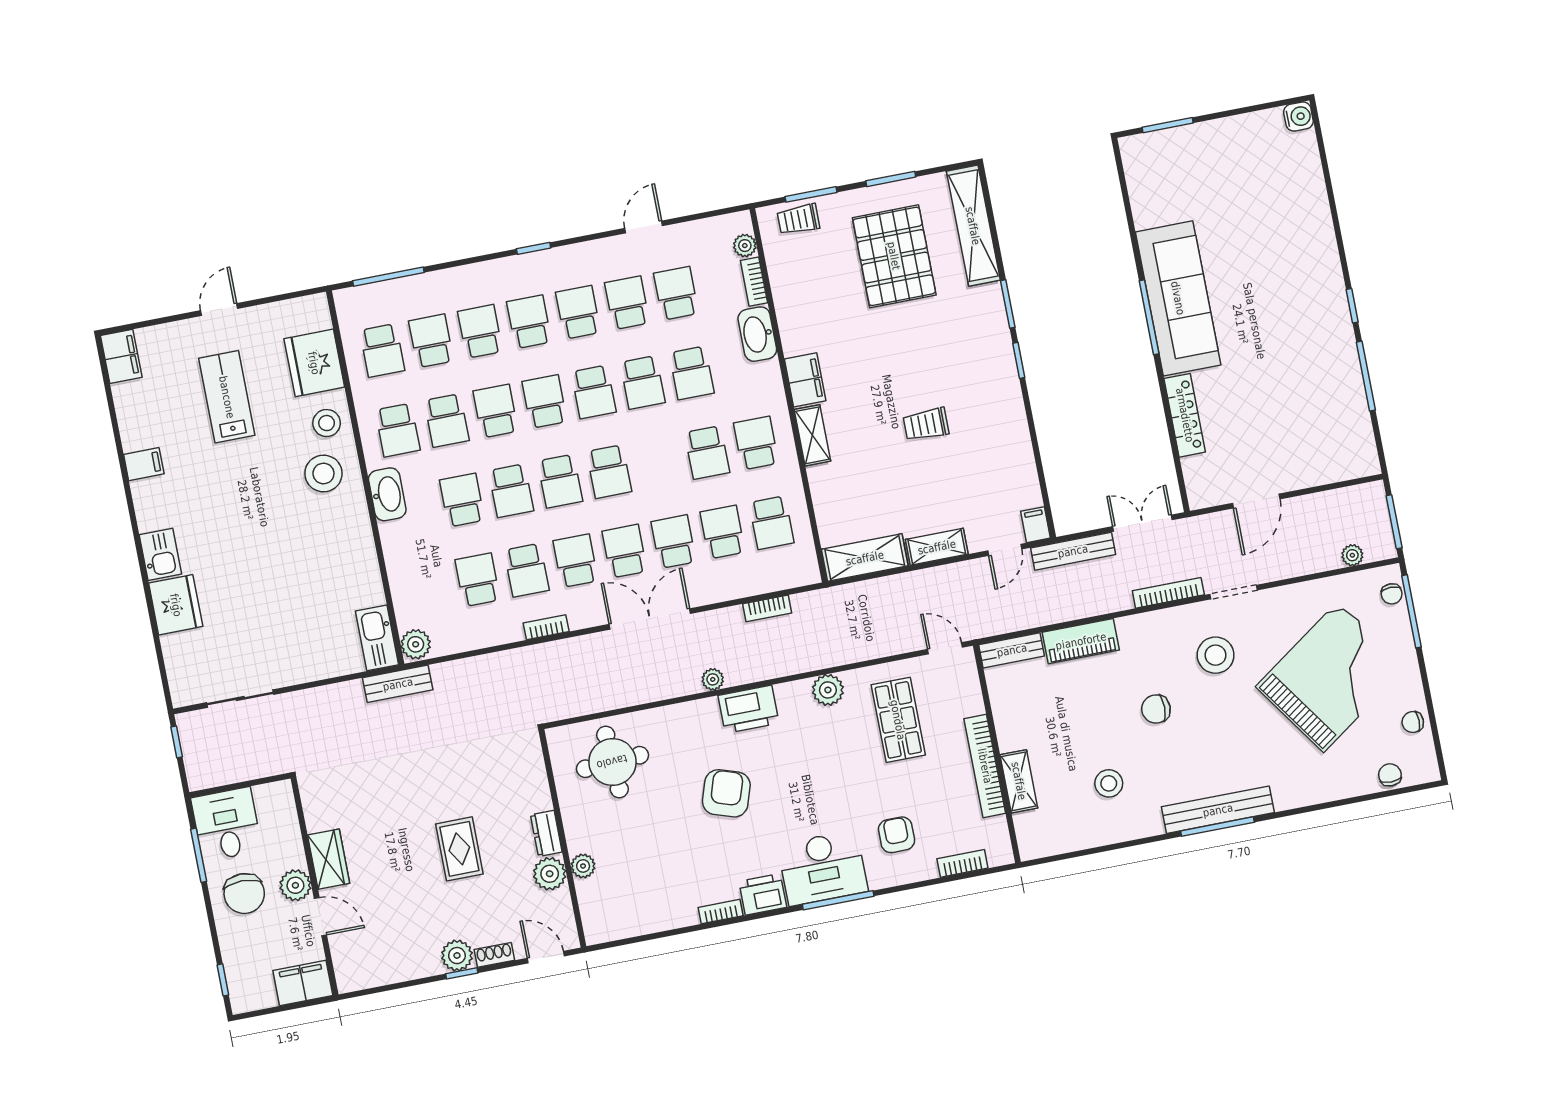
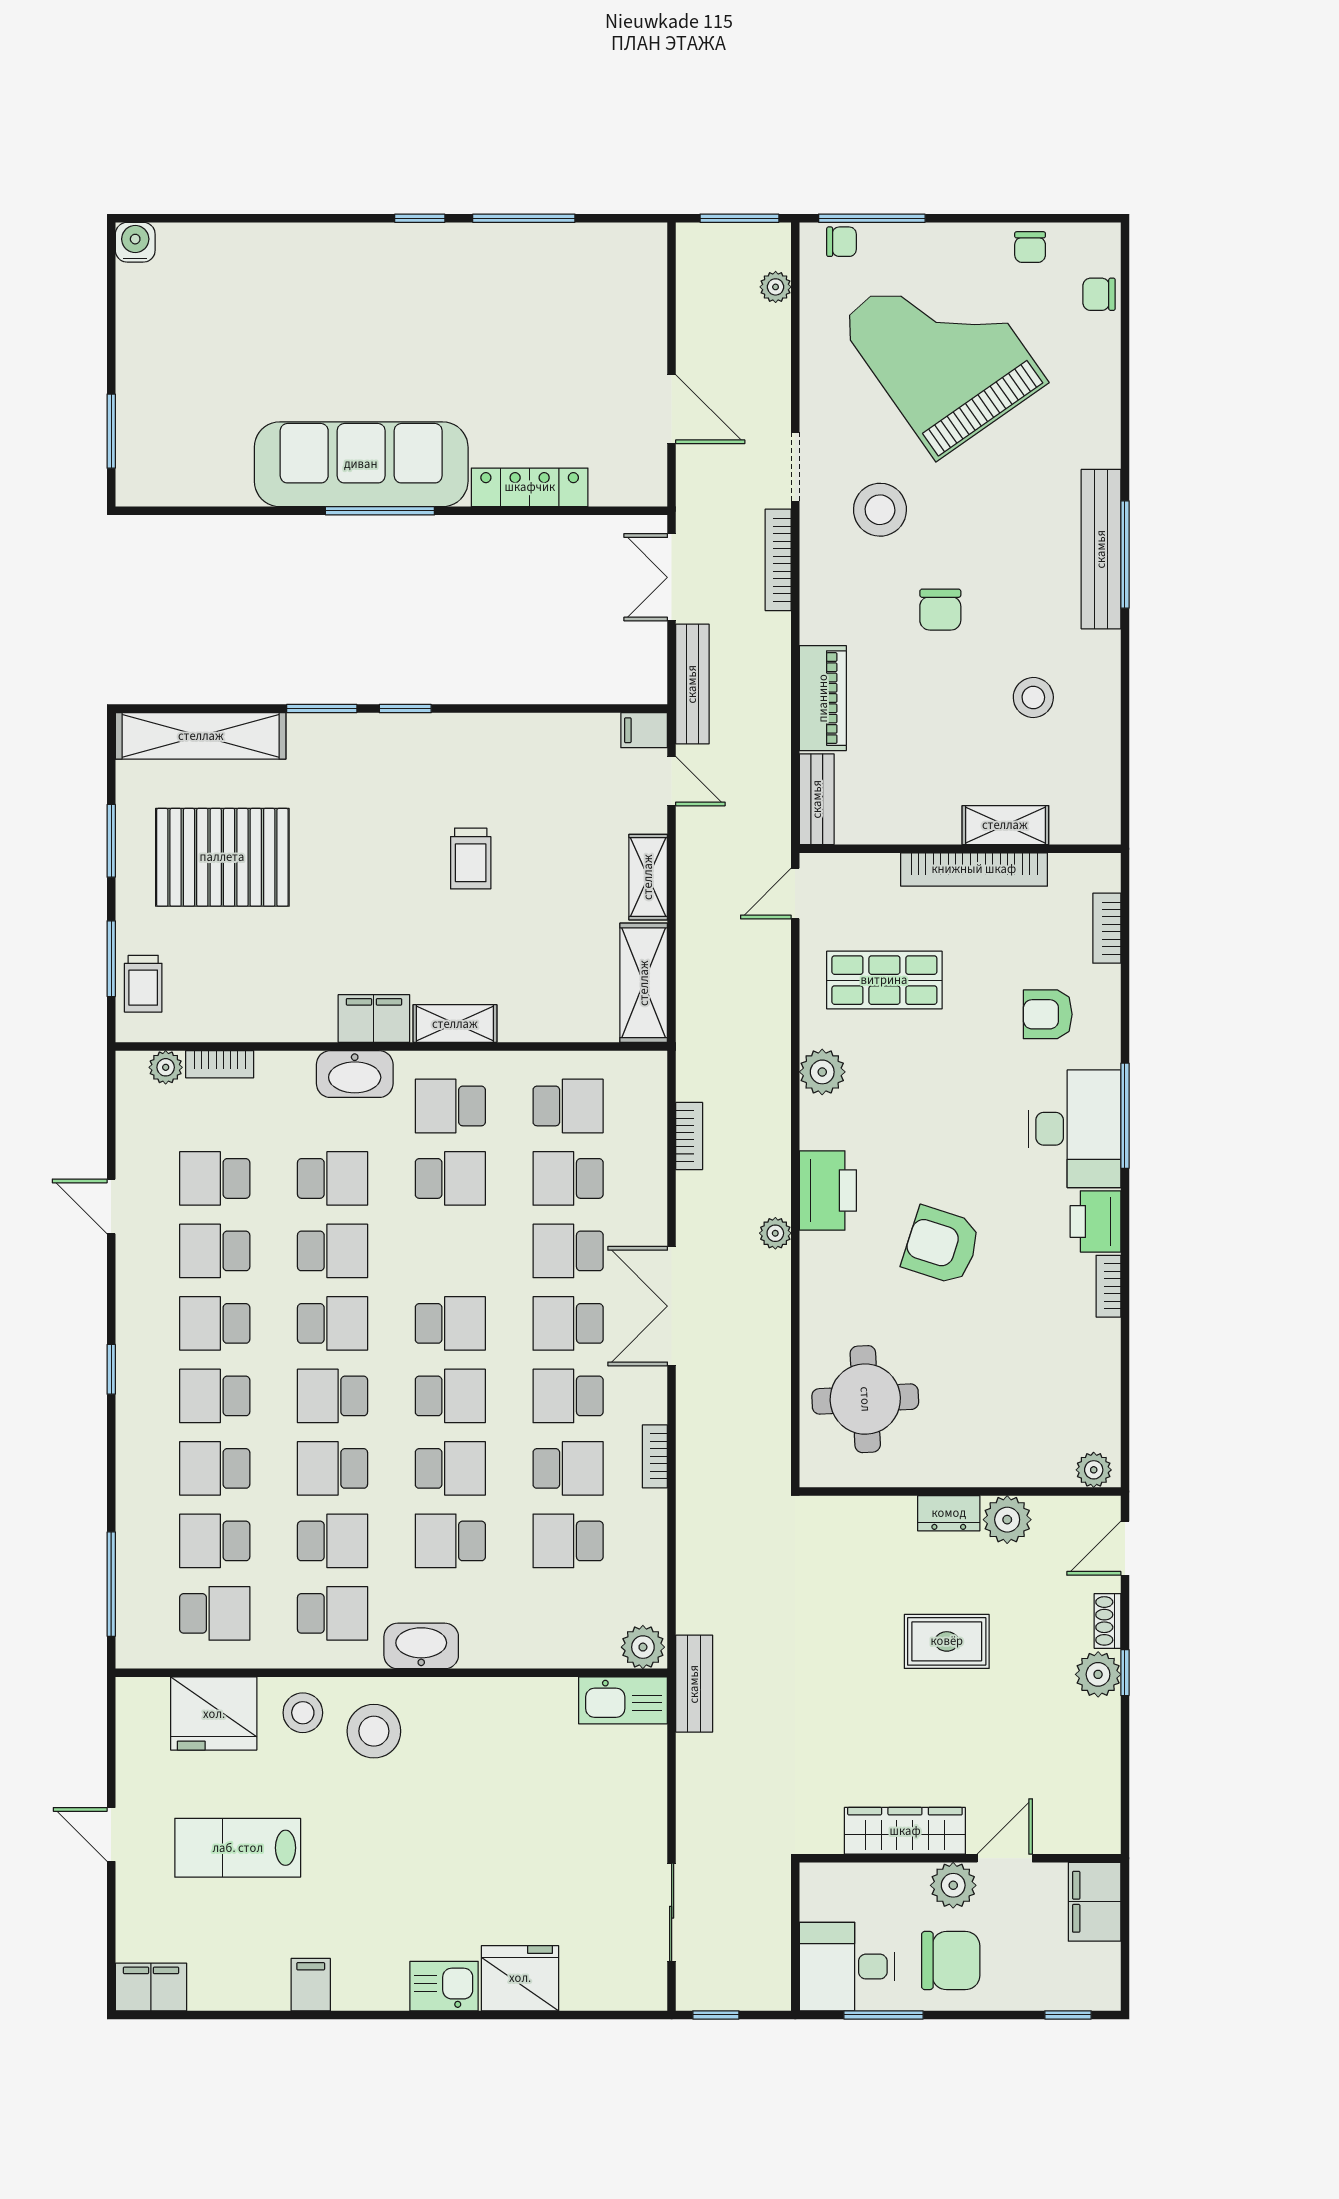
washbasin: (757, 334) -> (355, 1074), moved
wardrobe: (329, 859) -> (905, 1831), width x1.50
plant: (583, 866) -> (1094, 1470), moved

